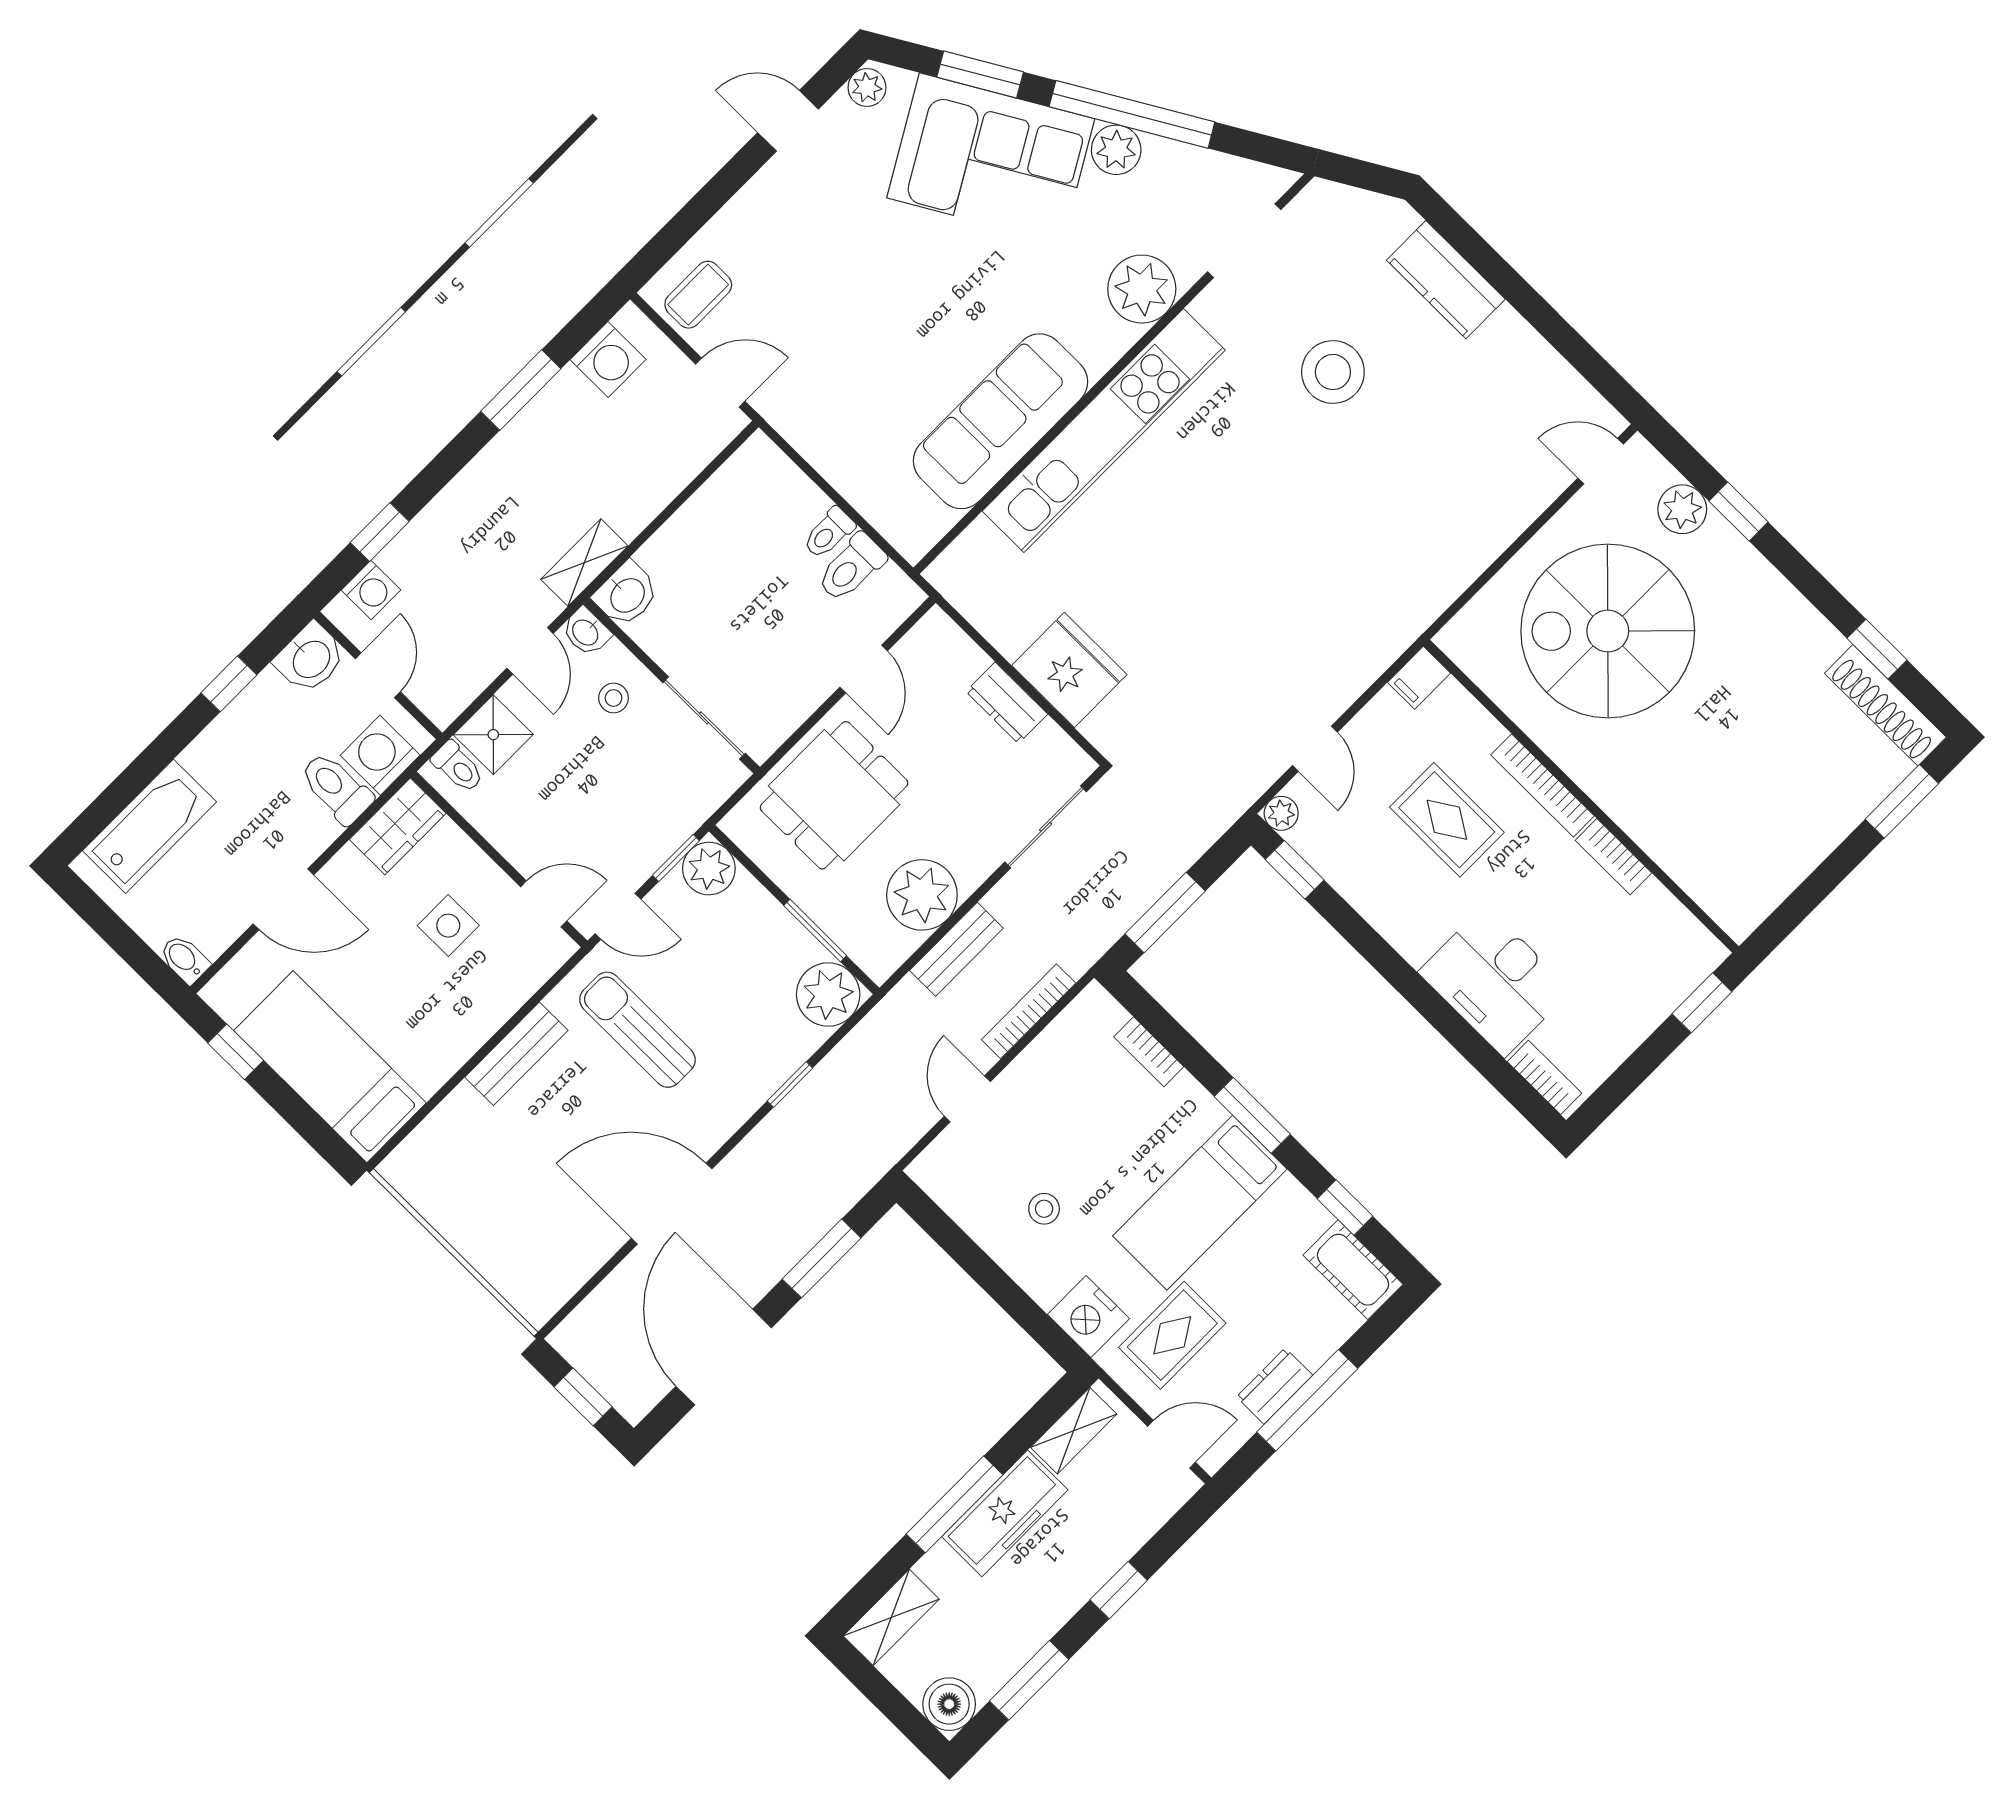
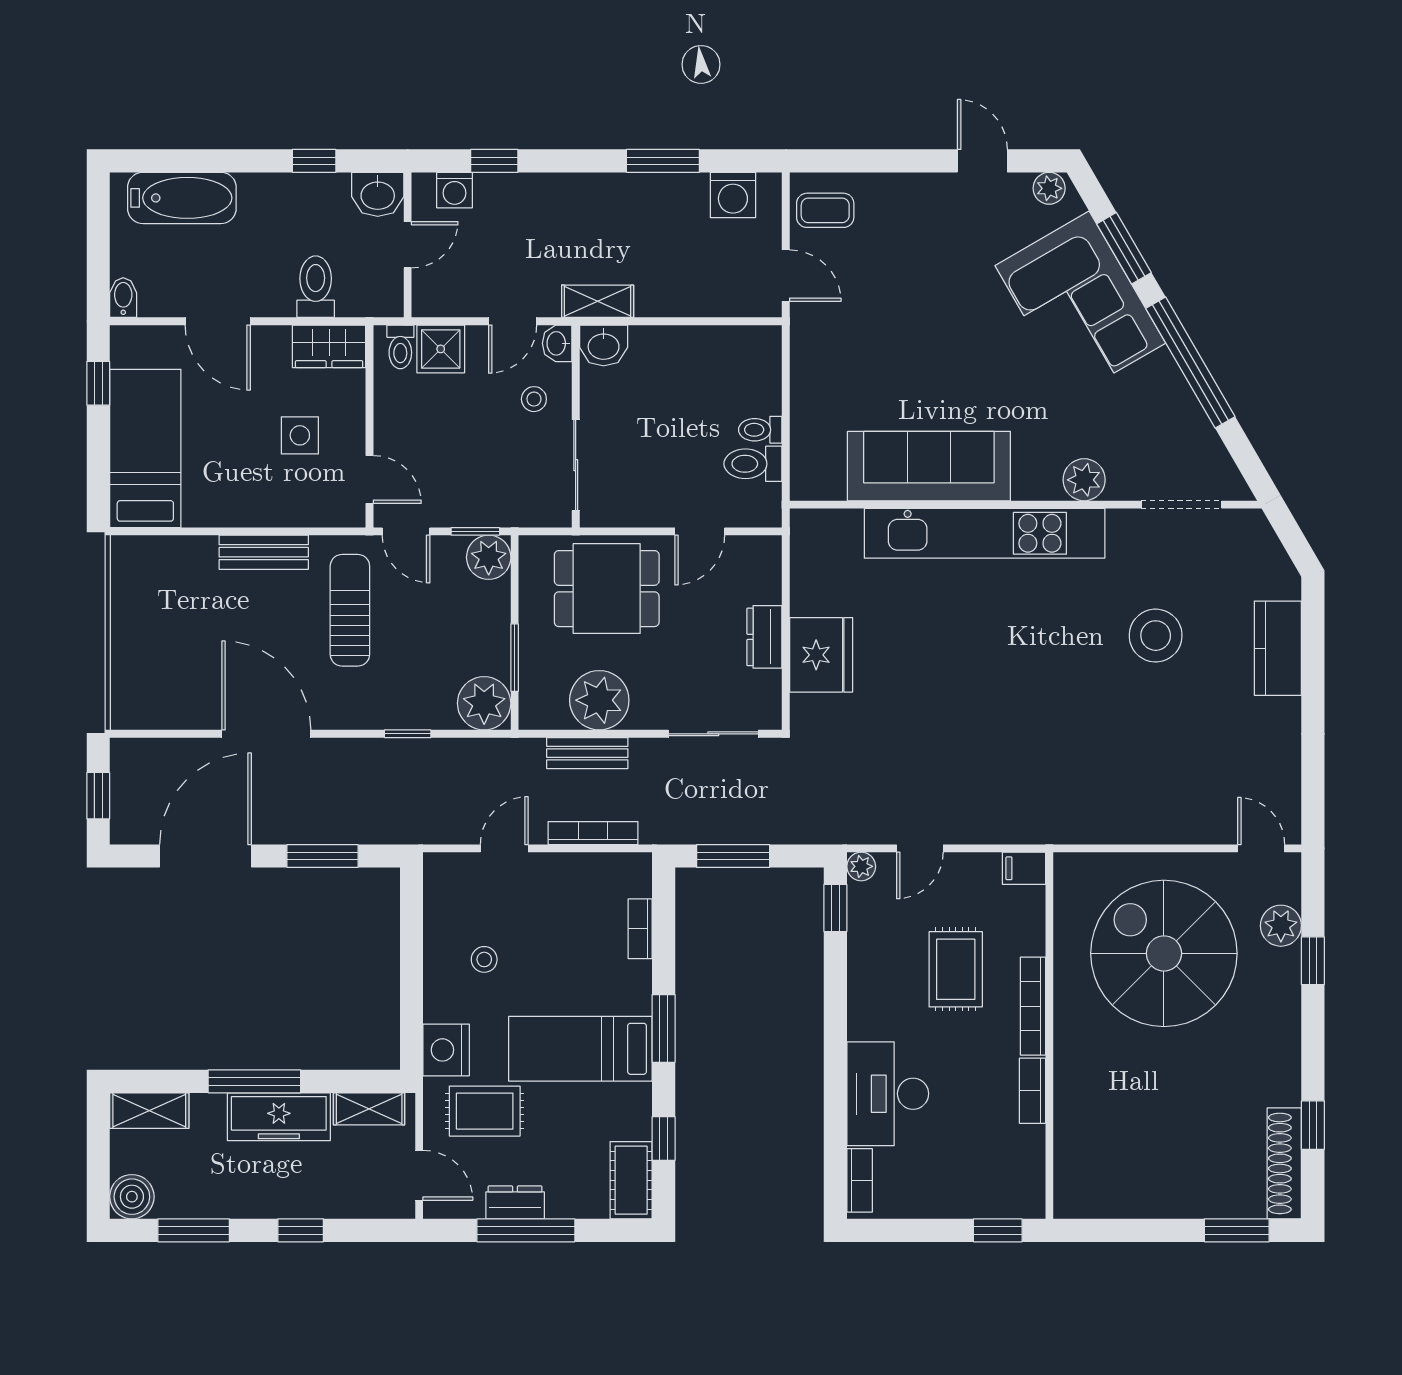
plant: (1116, 150) -> (1160, 374), removed
plant: (1142, 289) -> (1084, 480), width x0.73, depth x0.73
washing machine: (380, 755) -> (361, 294), removed

